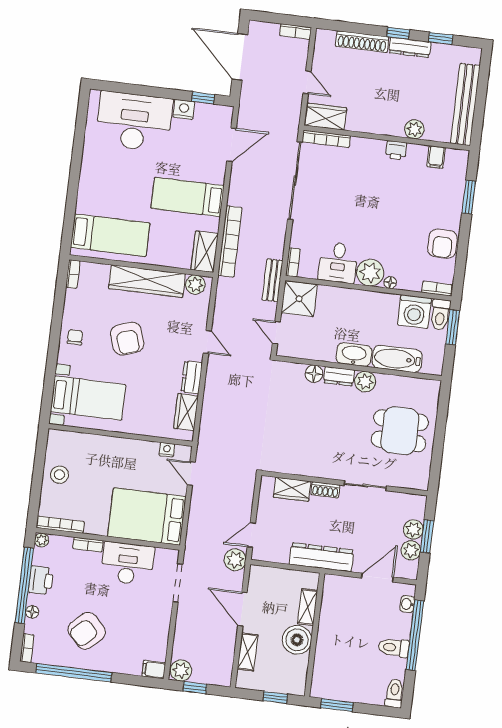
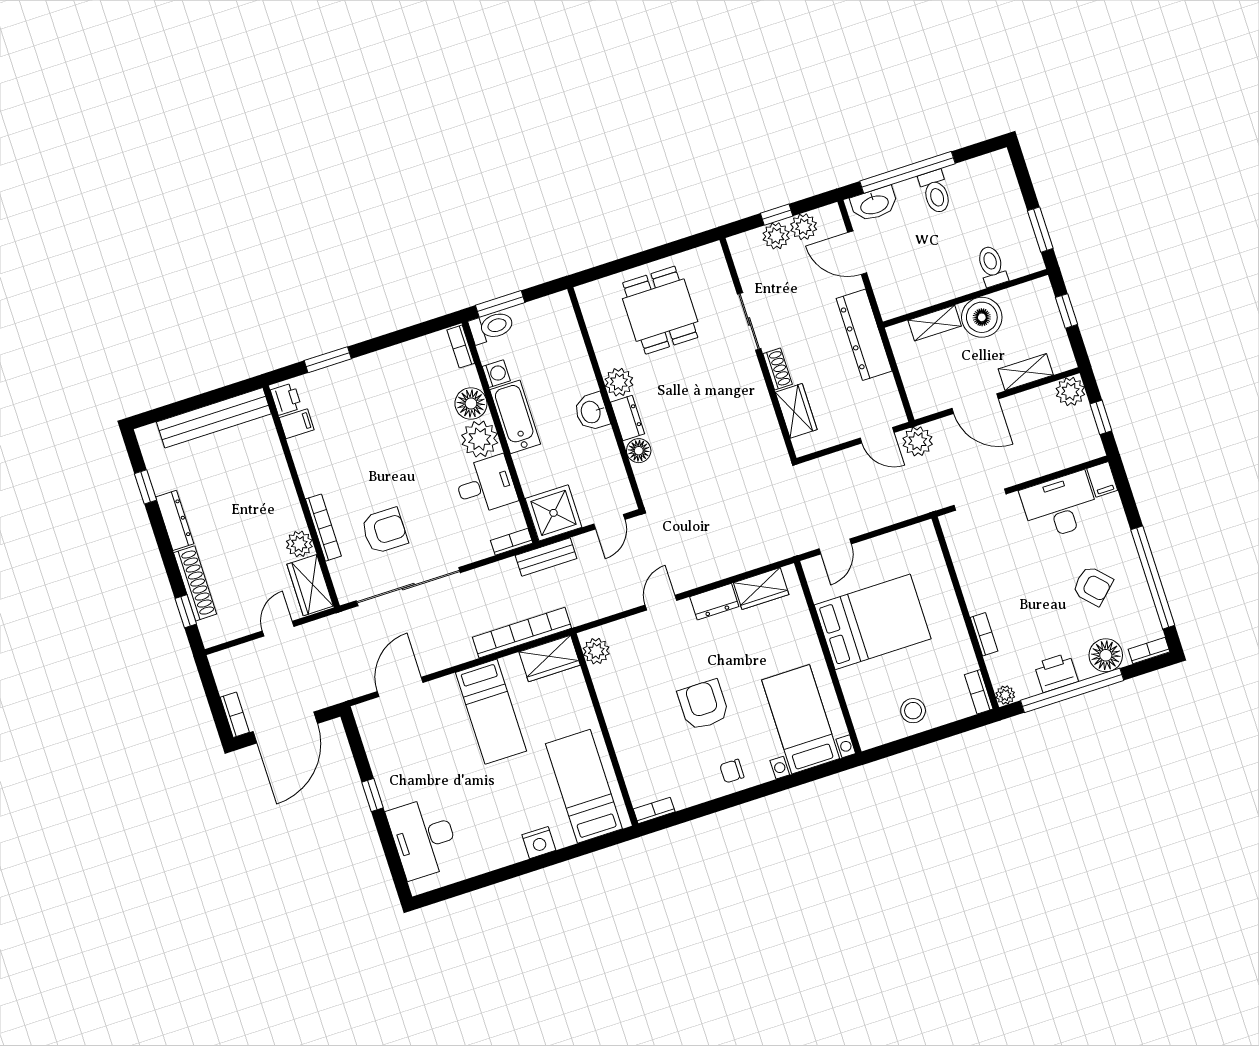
bookcase: (295, 32) -> (235, 715), moved
window: (398, 33) -> (186, 611), moved
window: (203, 98) -> (372, 795), moved
nightstand: (184, 109) -> (539, 843), moved, turned -90
desk: (134, 122) -> (424, 838), width x0.73, depth x0.77
plant: (414, 129) -> (299, 544), moved
bookcase: (326, 139) -> (323, 528), moved
door: (232, 145) -> (400, 687), hinge flipped
printer: (396, 150) -> (286, 399), moved
armchair: (442, 244) -> (384, 531), moved
wardrobe: (147, 281) -> (620, 714), removed
floor lamp: (390, 282) -> (471, 404), width x1.89, depth x1.89
washing machine: (414, 312) -> (496, 374), width x0.53, depth x0.53
armchair: (127, 339) -> (703, 705), turned -71
washbasin: (354, 355) -> (592, 412), width x0.72
bathtub: (397, 359) -> (515, 417), moved, turned 180
nightstand: (167, 450) -> (819, 591), removed
bed: (147, 517) -> (873, 622), moved, turned -90
bookcase: (60, 525) -> (979, 692), width x0.64
window: (427, 536) -> (777, 215), width x0.67
desk: (127, 564) -> (1060, 506), moved, turned 90
washbasin: (407, 604) -> (874, 204), width x1.91, depth x1.45
door: (242, 609) -> (975, 404), hinge flipped
floor lamp: (32, 612) -> (1106, 655), width x1.89, depth x1.89
armchair: (87, 631) -> (1093, 586), width x0.72, depth x0.72
plant: (181, 670) -> (1070, 392), moved
toilet: (394, 693) -> (992, 266), moved, turned 90

